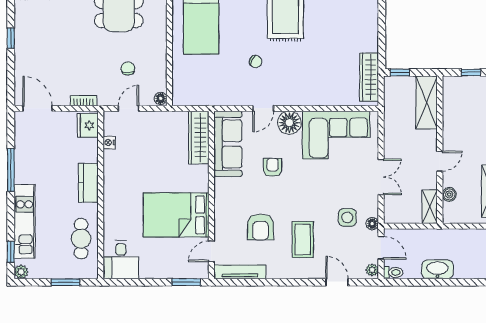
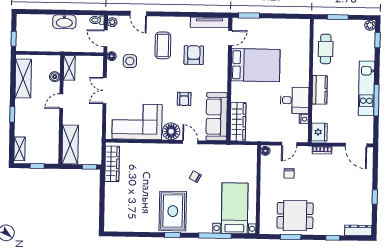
door: (263, 108) -> (190, 142), hinge flipped
kitchen unit: (25, 221) -> (366, 88), moved
desk: (121, 260) -> (294, 100), moved, turned 90

